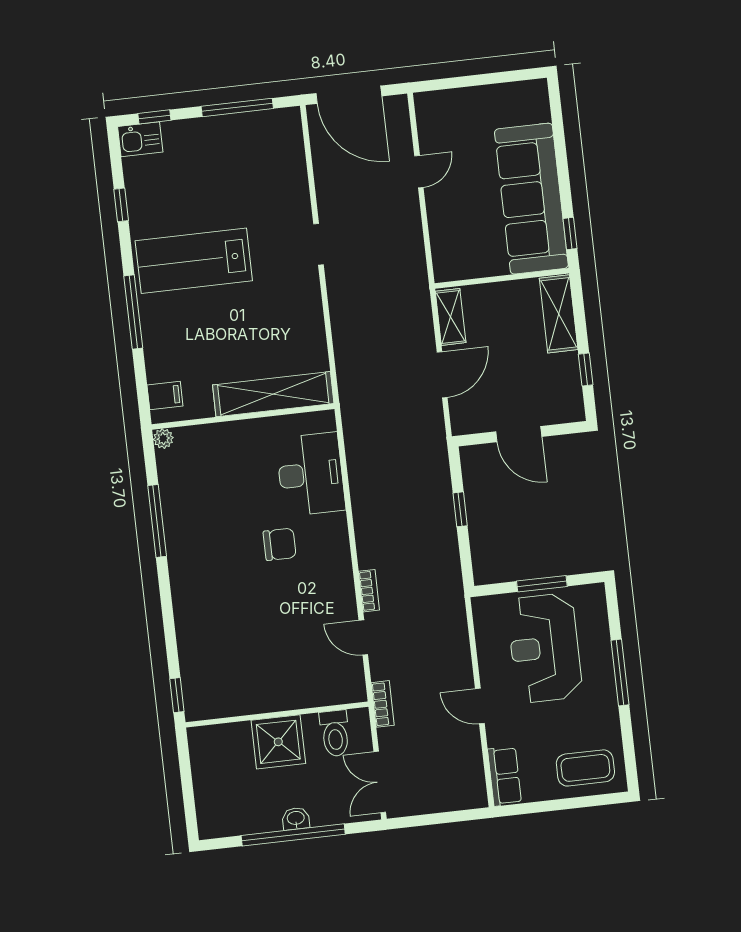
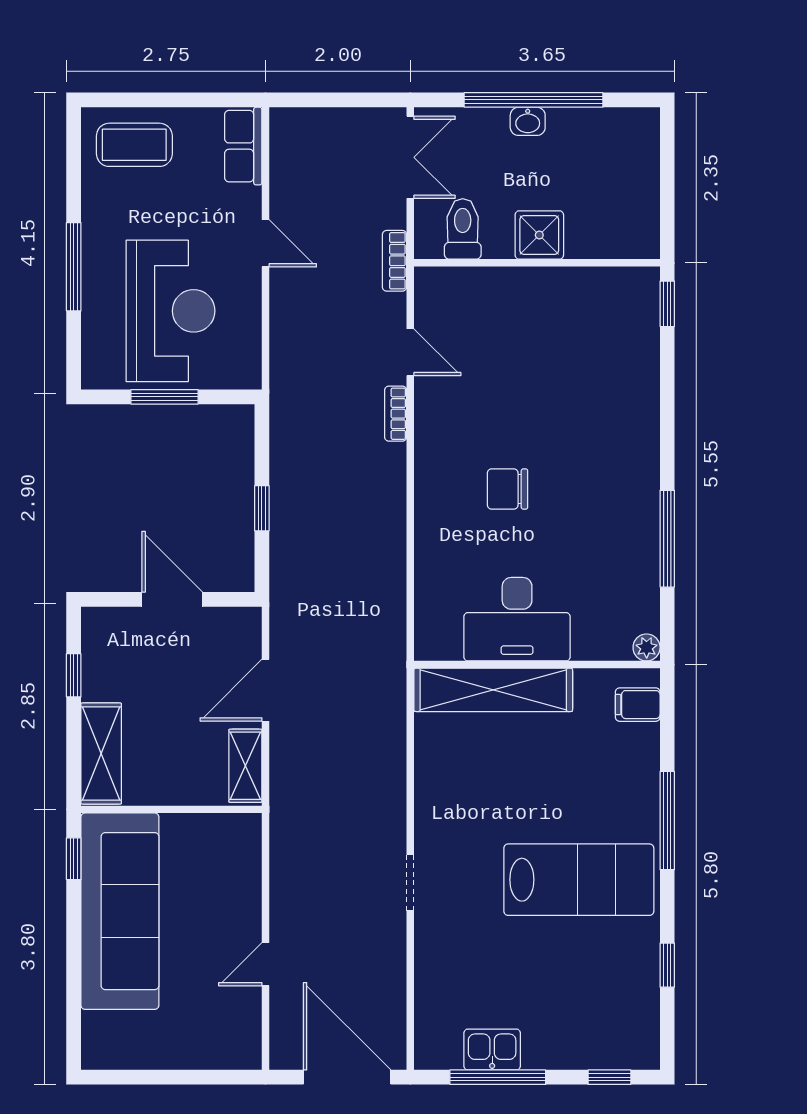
kitchen sink: (140, 139) -> (492, 1050), moved
desk: (311, 474) -> (517, 619), moved, turned -90
shower: (278, 742) -> (539, 235), width x0.73, depth x0.73

